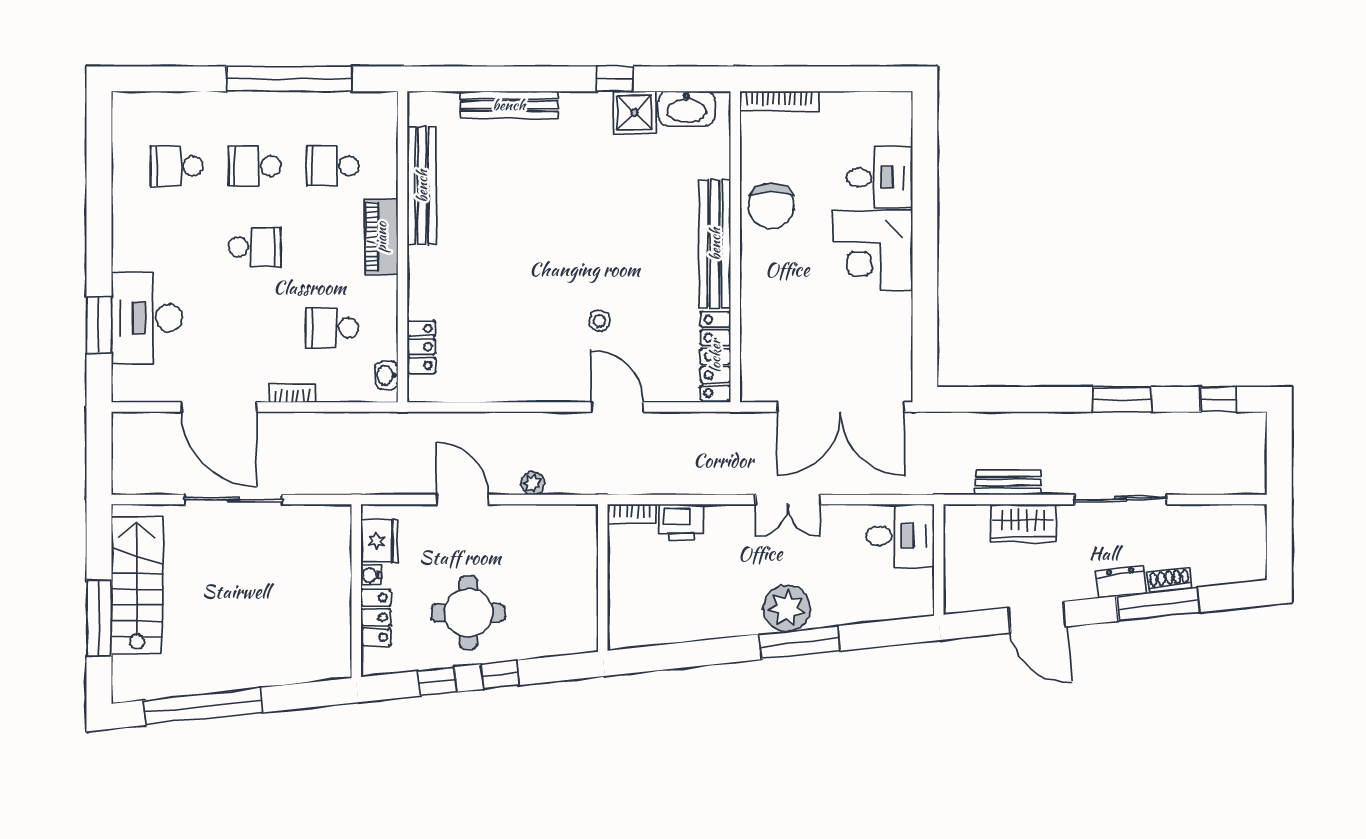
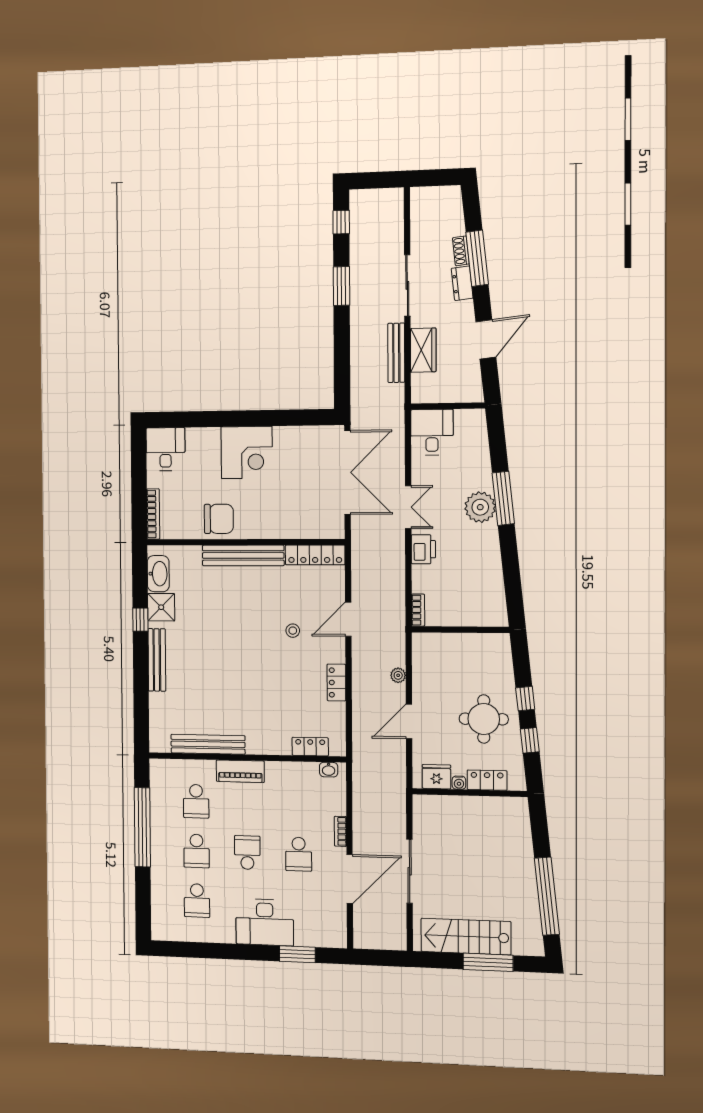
bench: (509, 105) -> (157, 660), moved
desk: (879, 178) -> (165, 449), moved
desk: (147, 318) -> (265, 922), moved
school desk: (332, 328) -> (299, 854), moved
locker: (521, 388) -> (336, 682), added
bench: (1008, 482) -> (396, 353), width x1.36
printer: (681, 522) -> (423, 549), moved

